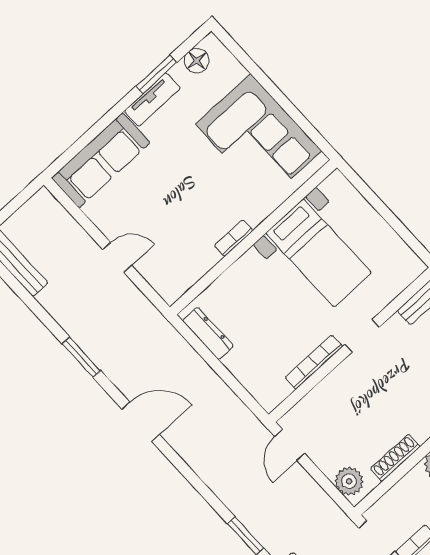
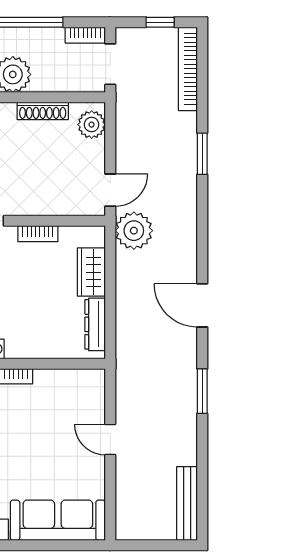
bookcase: (314, 362) -> (38, 234), width x0.64
wardrobe: (247, 370) -> (91, 272), added
plant: (244, 431) -> (134, 231), added

